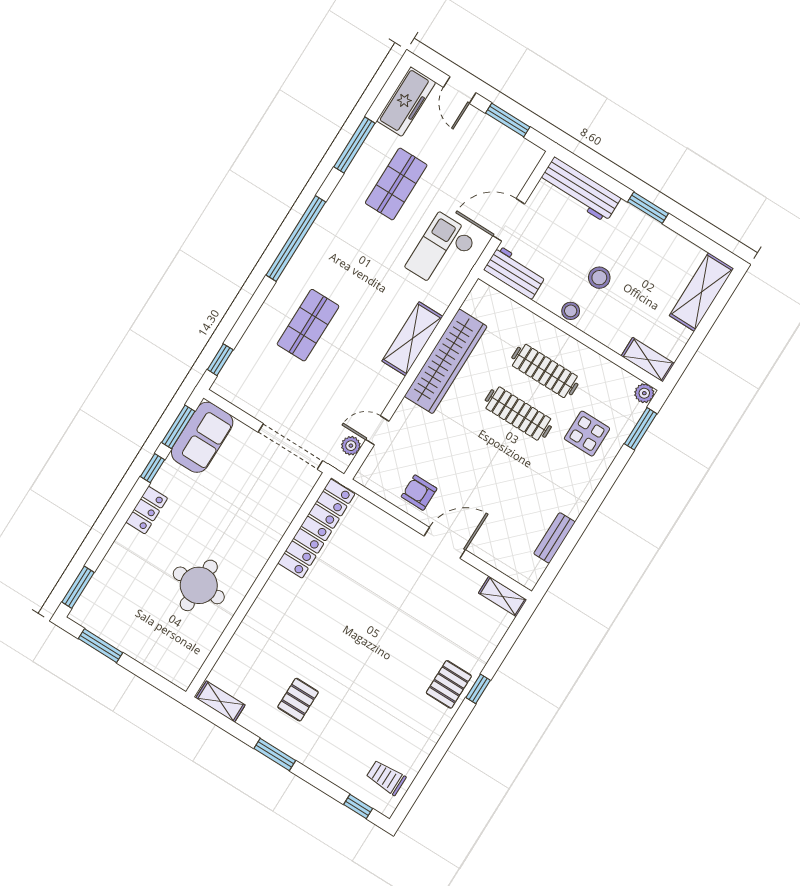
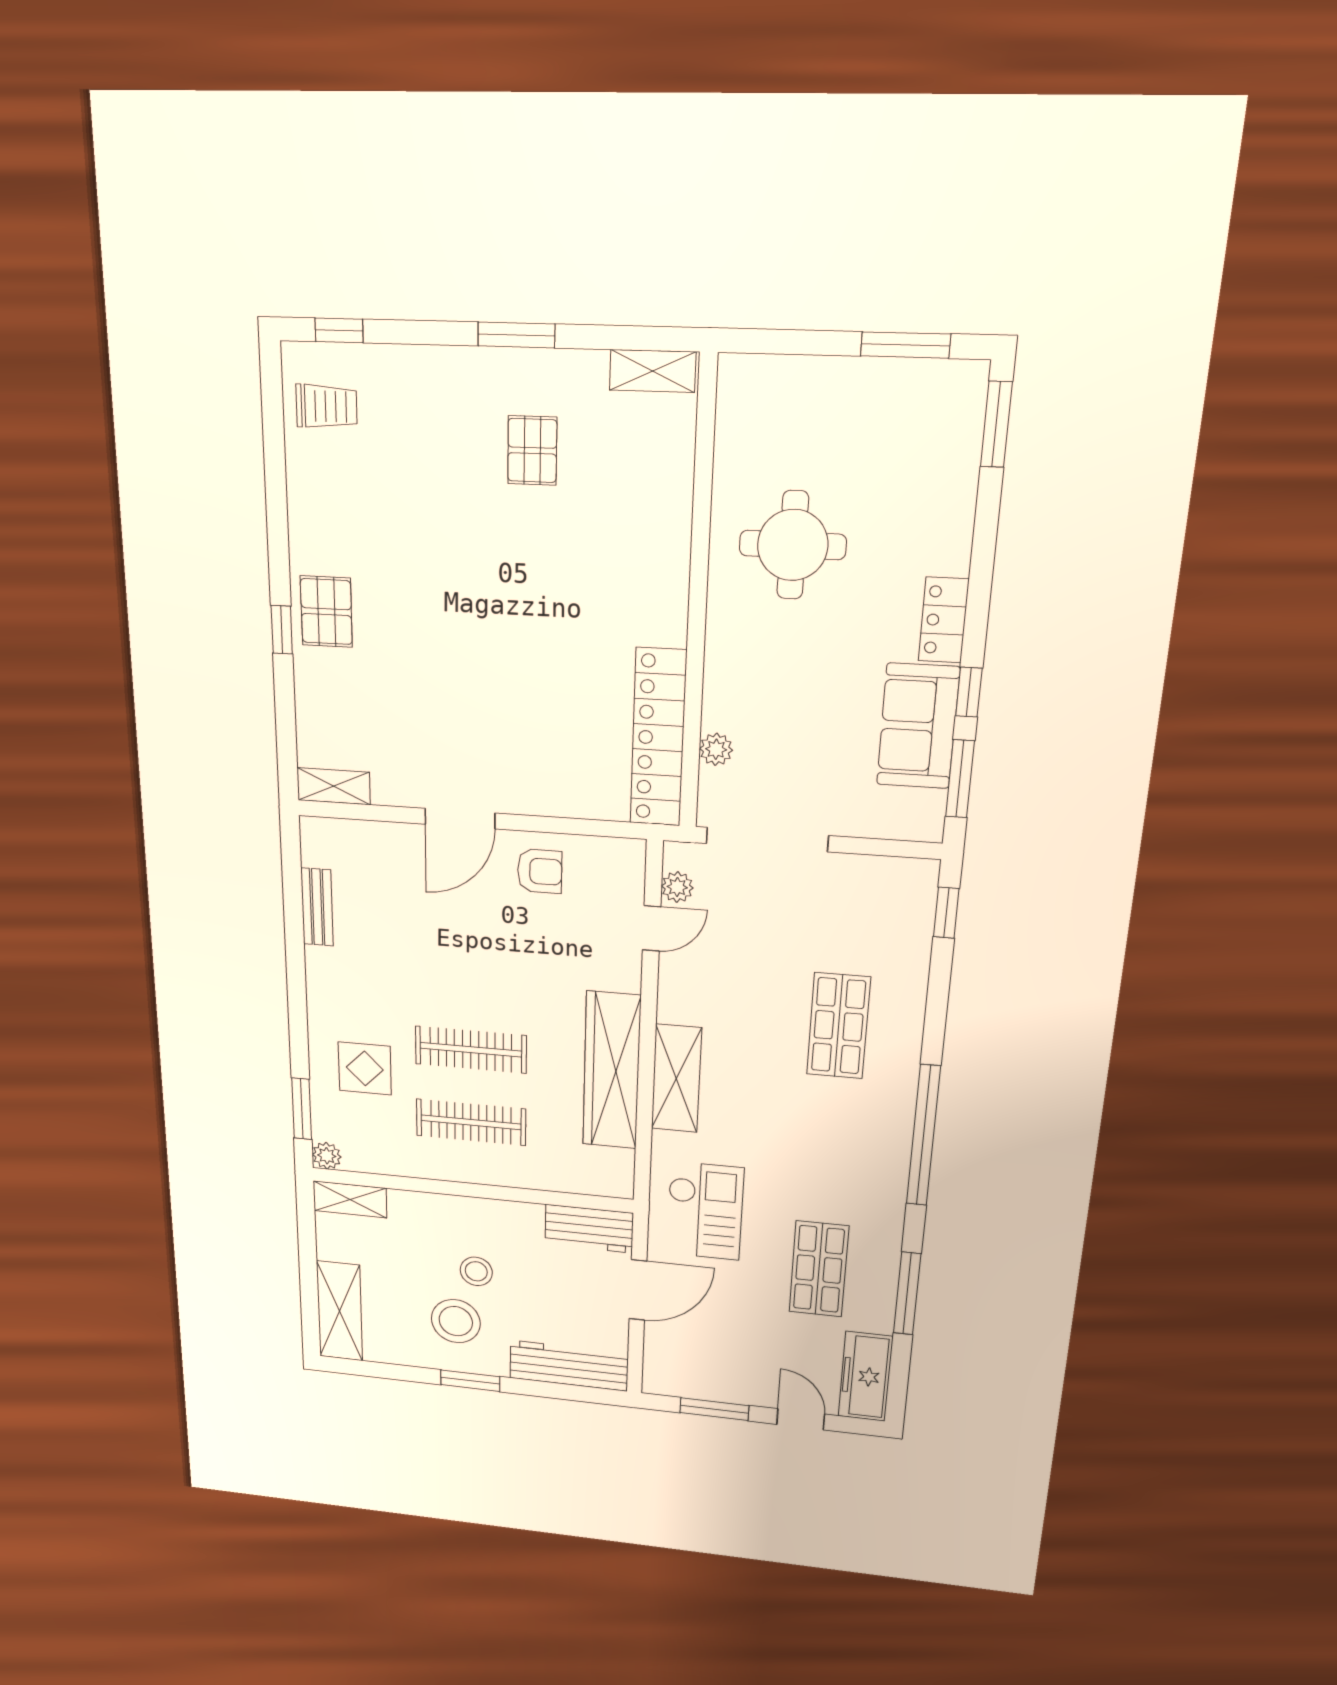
stool: (571, 311) -> (456, 1321), moved, width x1.89, depth x1.89
sofa: (202, 437) -> (918, 726), moved
plant: (290, 507) -> (716, 749), added

